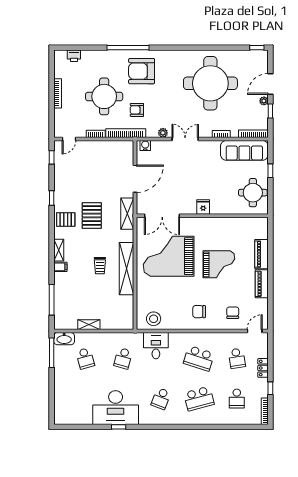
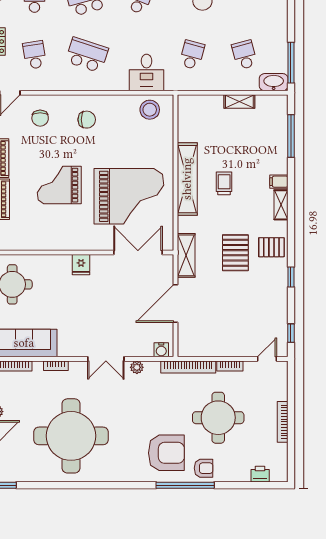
armchair: (137, 110) -> (204, 468), moved

